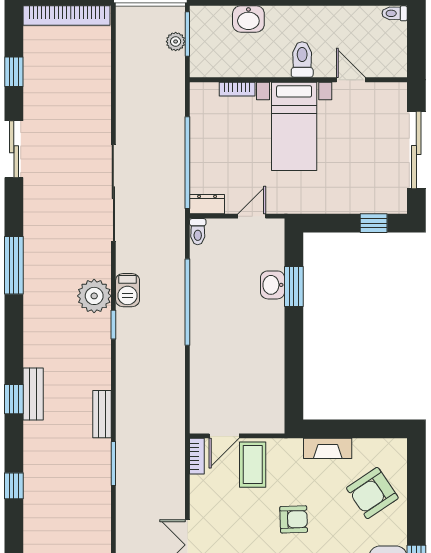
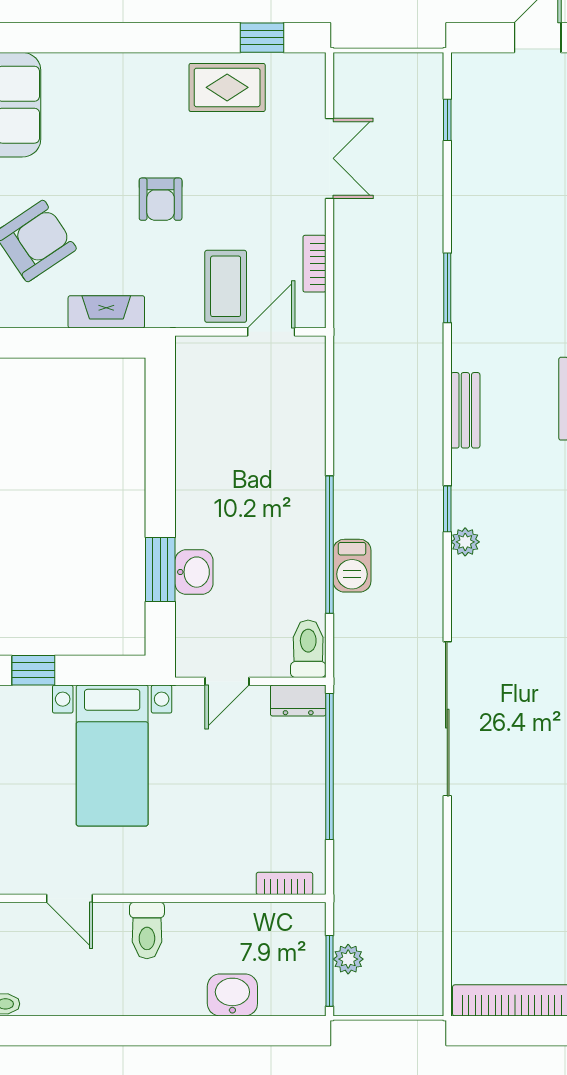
bookcase: (237, 89) -> (284, 883), moved
bed with nightstands: (294, 126) -> (112, 756), moved, turned 180
toilet: (198, 232) -> (308, 649), width x1.37, depth x1.39
barbecue: (128, 290) -> (352, 566), moved, turned 180
plant: (94, 296) -> (465, 542), width x0.53, depth x0.53
bench: (102, 414) -> (465, 410), moved
bookcase: (197, 456) -> (314, 264), moved
armchair: (294, 519) -> (161, 199), turned -88

